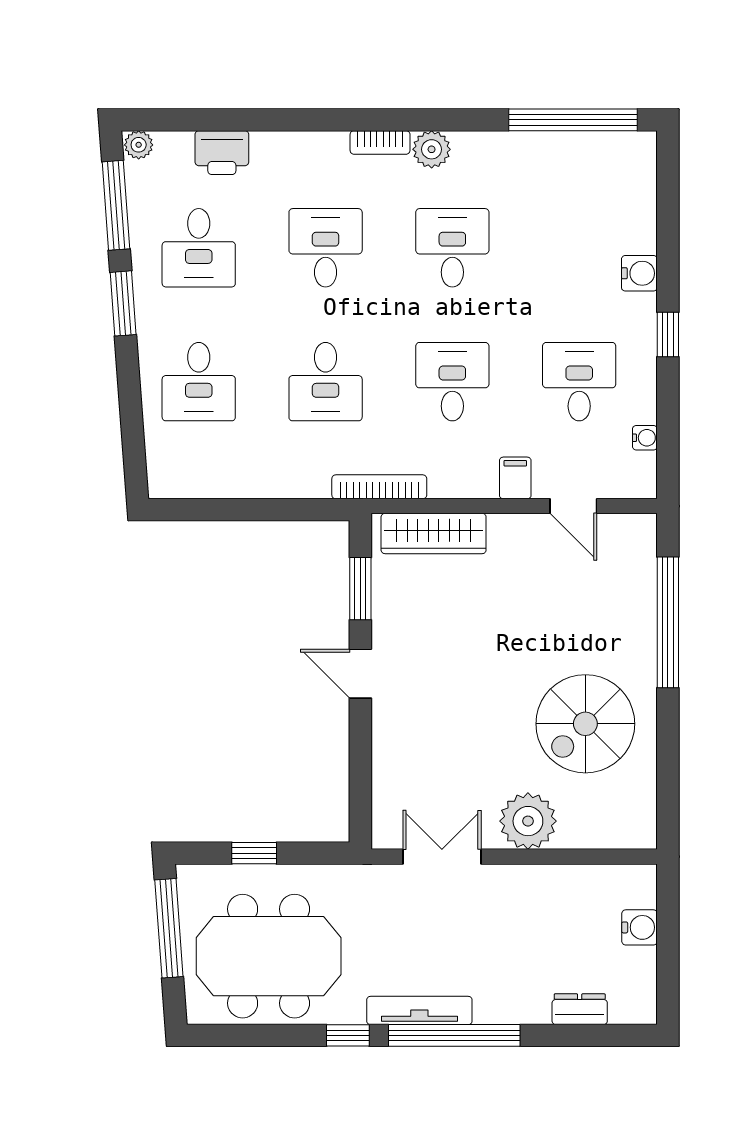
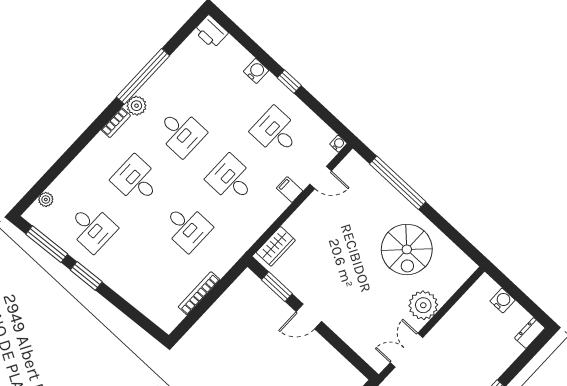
window: (573, 120) -> (143, 76), moved
plant: (139, 145) -> (46, 199), moved
printer: (222, 153) -> (211, 32), moved, turned 90
desk: (452, 248) -> (181, 132), turned 180
desk: (199, 382) -> (142, 275), removed
water cooler: (645, 438) -> (338, 144), moved
bookcase: (379, 487) -> (199, 293), moved
wardrobe: (434, 534) -> (276, 246), width x0.67
dresser: (580, 1009) -> (530, 333), moved

